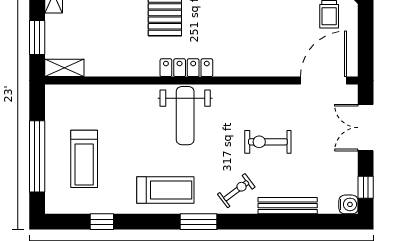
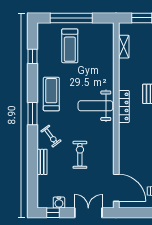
shelving: (64, 68) -> (124, 47), moved
treadmill: (84, 159) -> (70, 46), turned -90
treadmill: (165, 190) -> (51, 94), turned 180
water cooler: (348, 204) -> (59, 203), moved
bench: (288, 206) -> (42, 162), width x0.73

